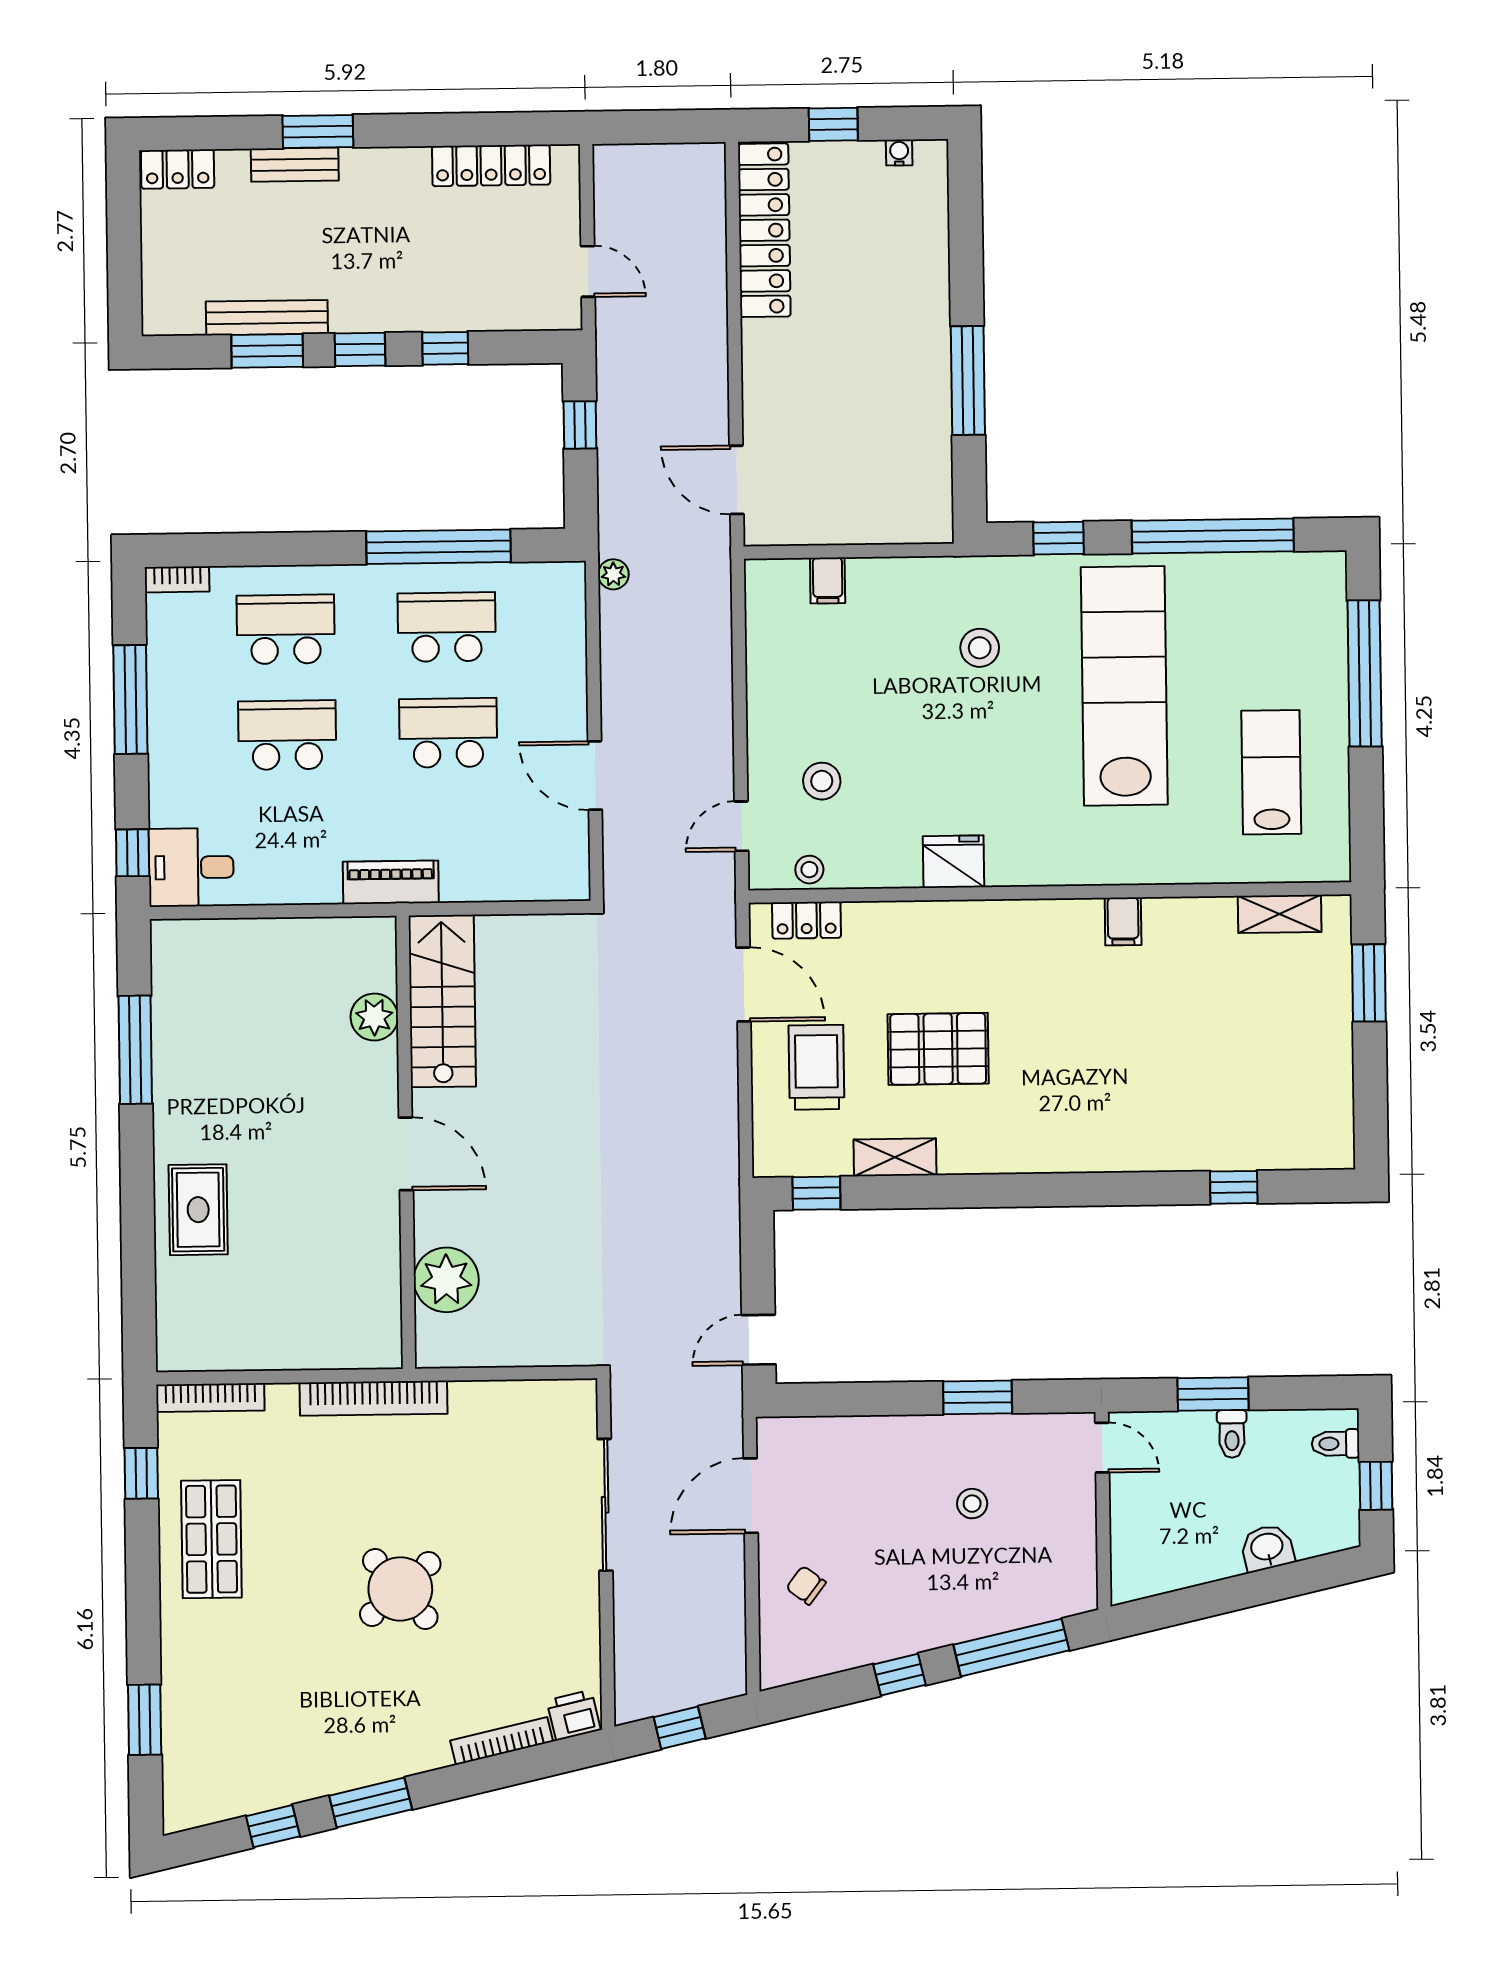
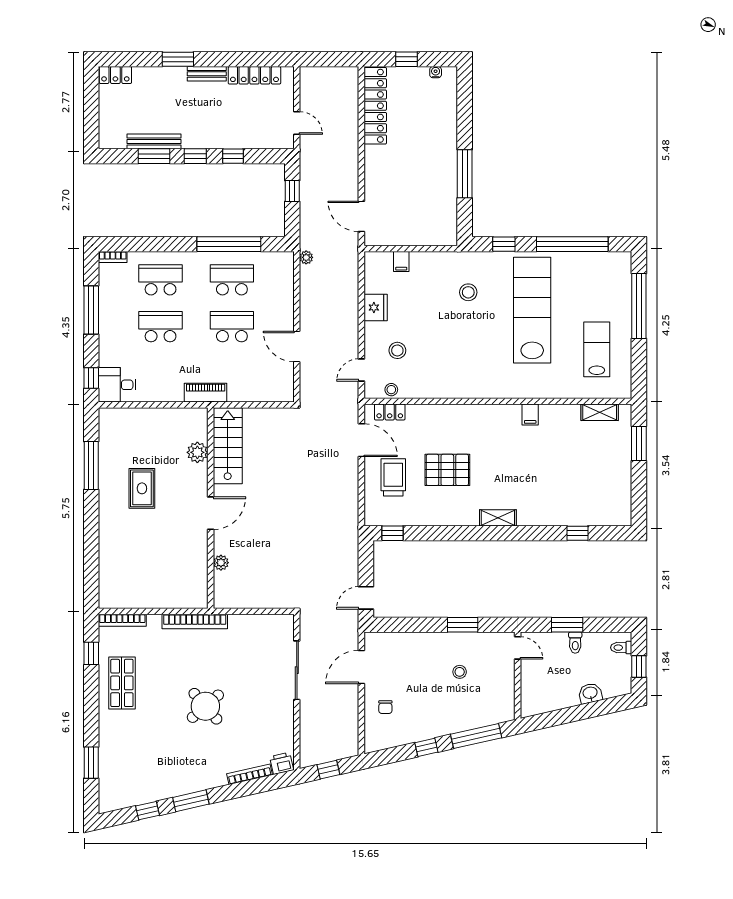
bench: (295, 165) -> (207, 74), moved
fridge: (954, 862) -> (376, 308), moved, turned 90
door: (406, 1154) -> (211, 513), hinge flipped
shelving: (895, 1157) -> (498, 518), moved
rug: (198, 1210) -> (142, 488), moved
plant: (446, 1280) -> (221, 563), width x0.53, depth x0.53
chair: (806, 1585) -> (385, 707), turned -127

